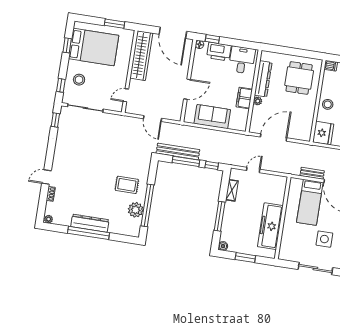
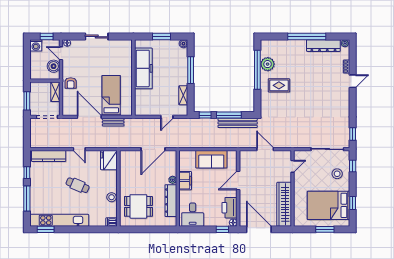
window: (115, 24) -> (325, 229), moved
printer: (219, 52) -> (230, 208), moved, turned -90
dining table: (299, 78) -> (138, 206), turned 90
stool: (328, 104) -> (112, 197), moved
dresser: (90, 223) -> (323, 46), moved
side table: (324, 239) -> (93, 64), removed
sliding door: (315, 269) -> (97, 37), width x0.73

